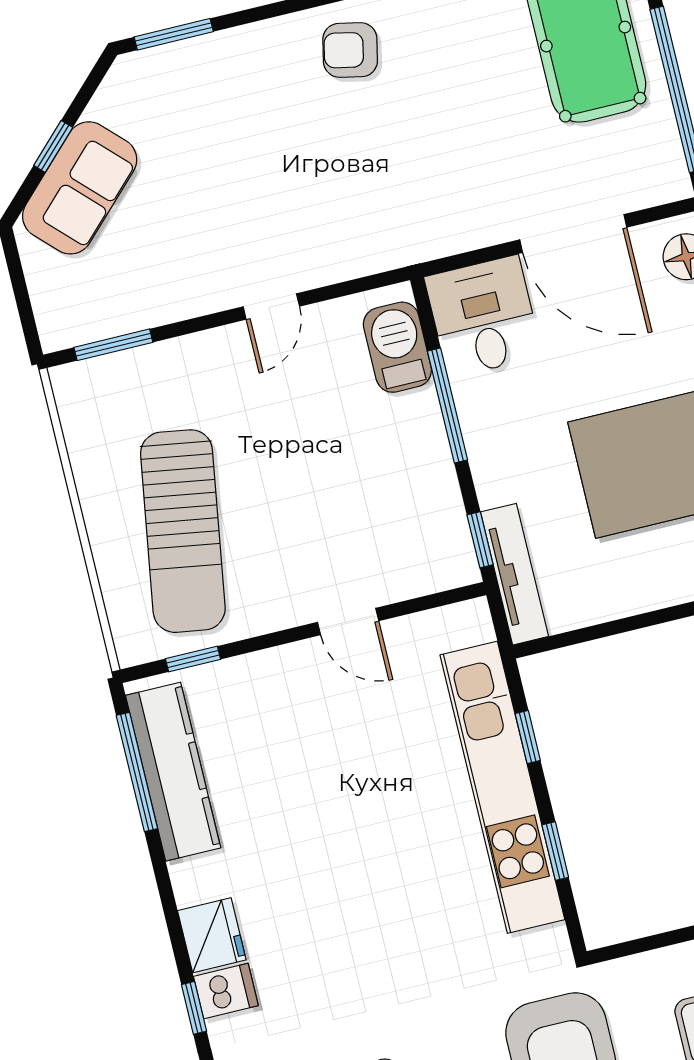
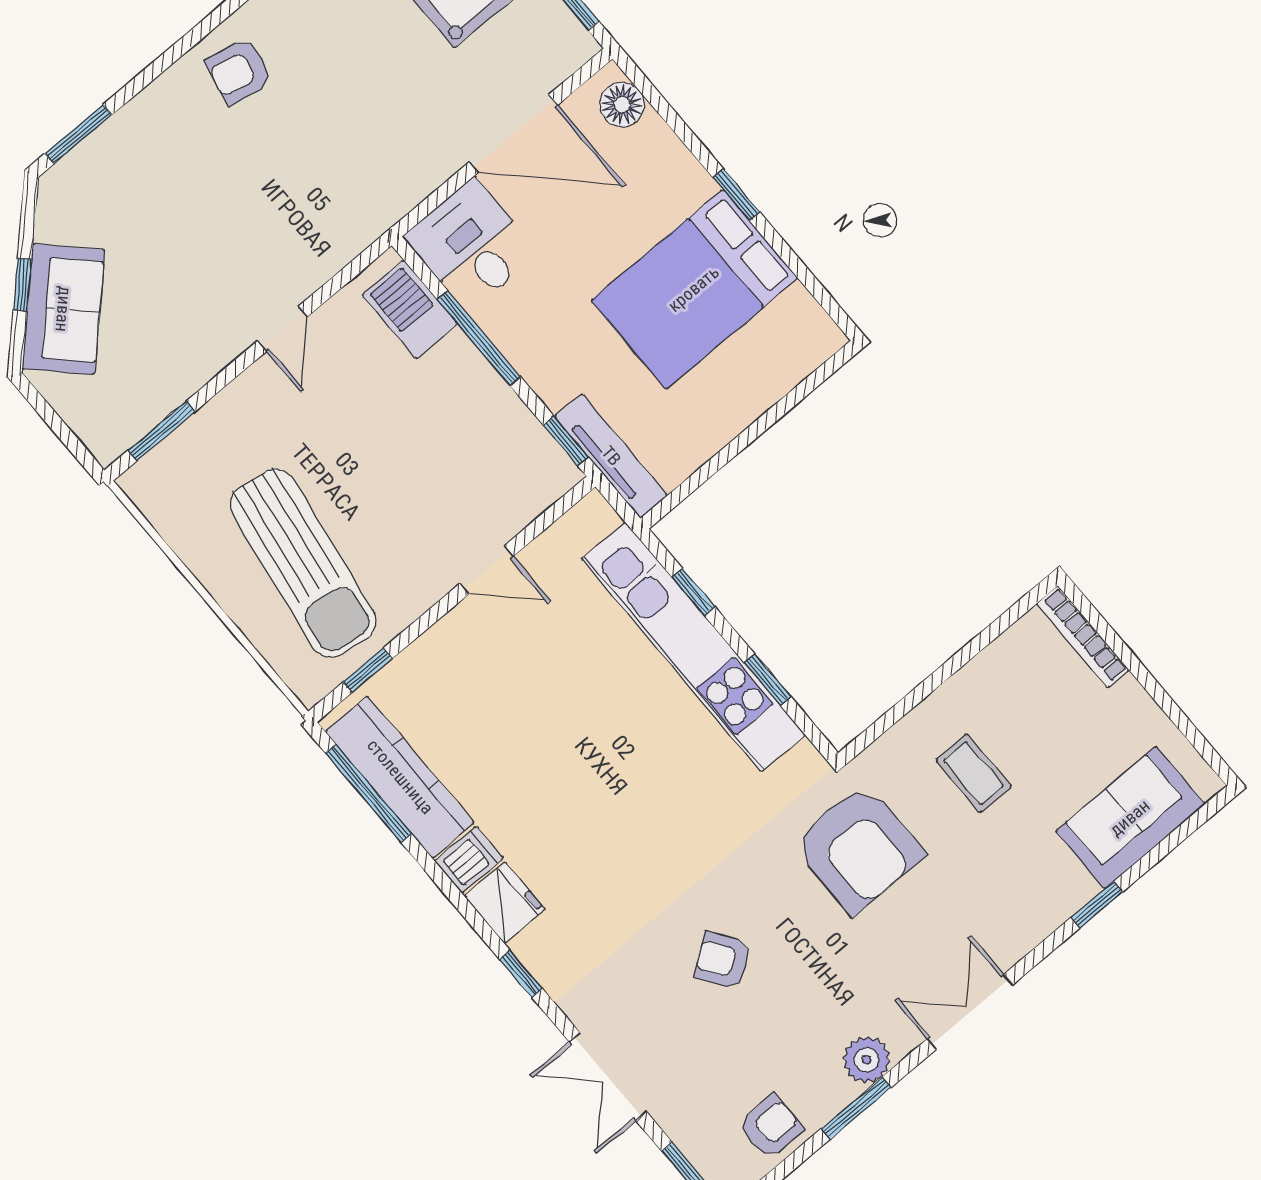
dishwasher: (226, 991) -> (469, 860), moved

